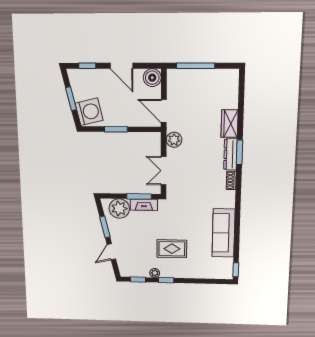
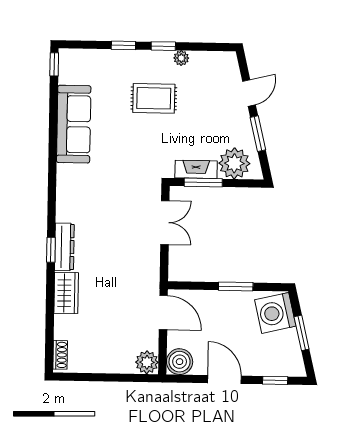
window: (196, 66) -> (116, 378), removed
plant: (174, 140) -> (147, 362), moved
window: (240, 152) -> (51, 250), width x0.67
shoe rack: (231, 180) -> (60, 355), moved
window: (138, 280) -> (123, 45), moved

